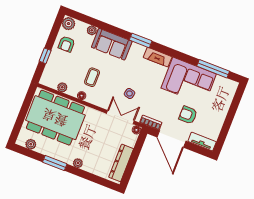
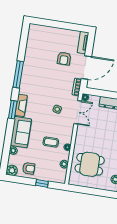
fireplace: (158, 57) -> (21, 105), moved
window: (213, 69) -> (18, 74), moved
corner sofa: (189, 81) -> (37, 64), removed
double door: (120, 117) -> (78, 112), swing flipped
dining table: (55, 118) -> (90, 164), width x0.53, depth x0.80

